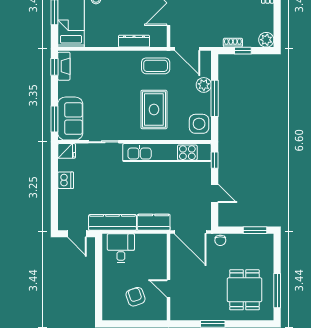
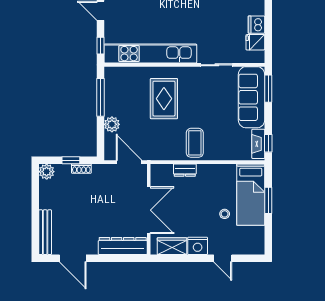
dresser: (134, 41) -> (185, 170), width x0.70
coffee table: (156, 66) -> (195, 143), moved, turned 90
window: (215, 98) -> (100, 97), moved
sofa: (70, 119) -> (252, 97), width x1.36
side table: (199, 124) -> (117, 84), removed
fridge: (67, 151) -> (255, 42), moved

